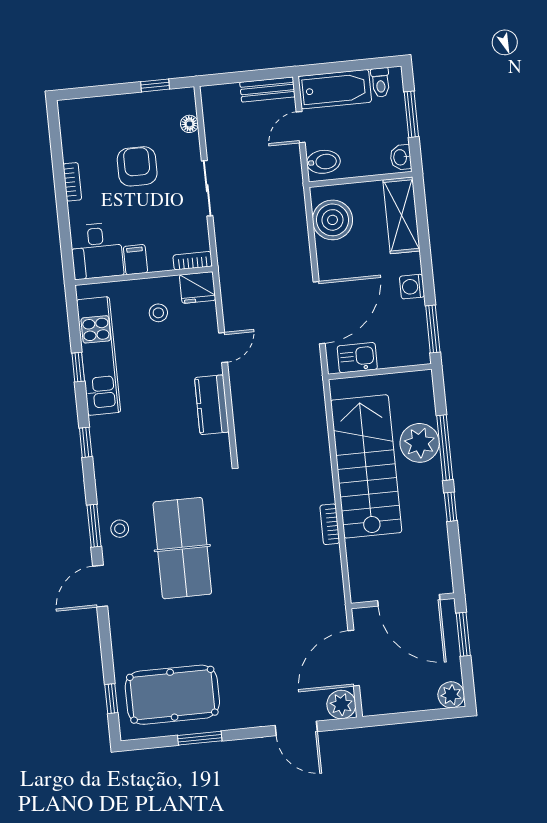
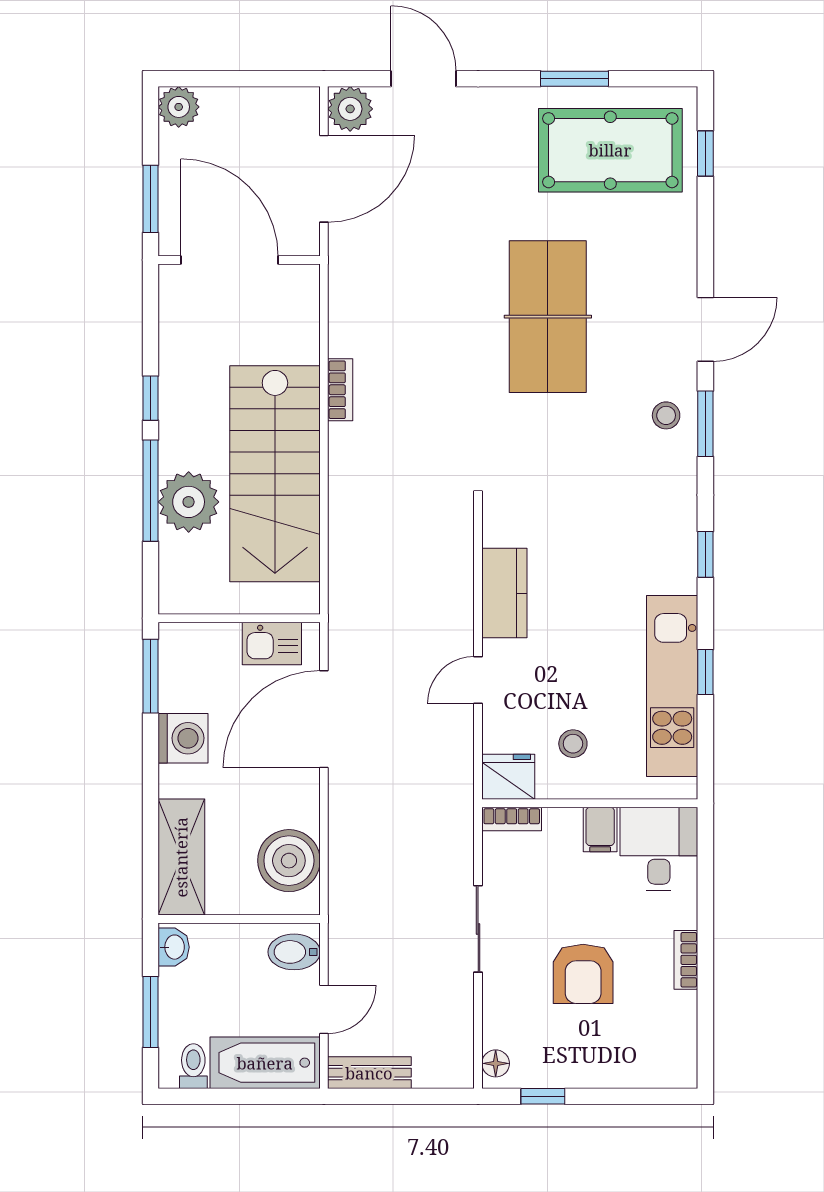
floor lamp: (189, 124) -> (496, 1063), moved
washing machine: (412, 287) -> (183, 738), width x1.38, depth x1.38
table tennis table: (182, 548) -> (548, 317), moved

